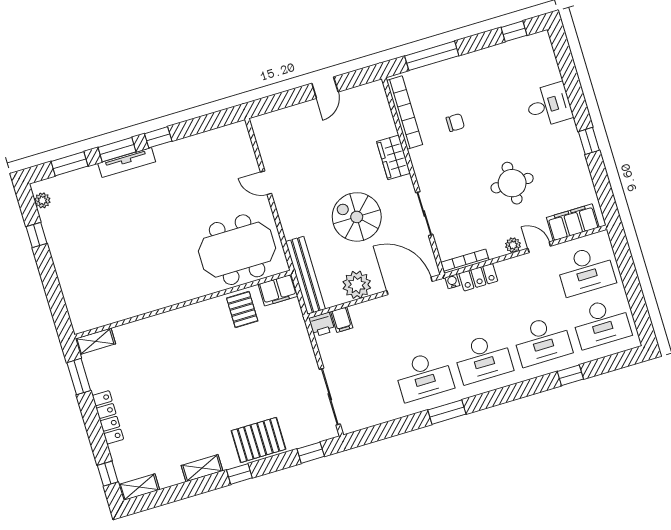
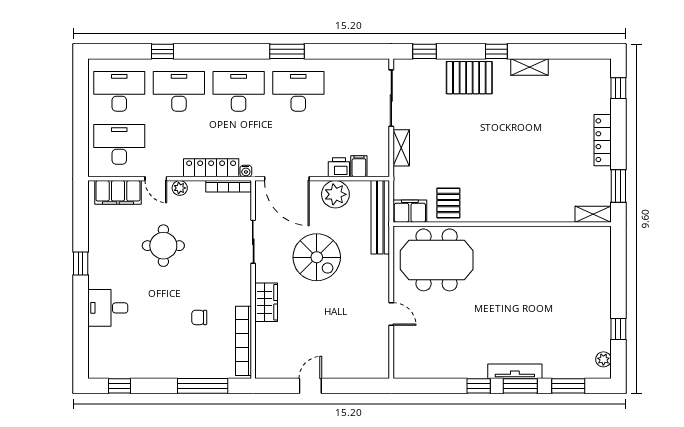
locker: (478, 277) -> (211, 168), width x1.53
printer: (322, 324) -> (339, 167), moved
shelving: (139, 487) -> (401, 148), moved, turned 90

